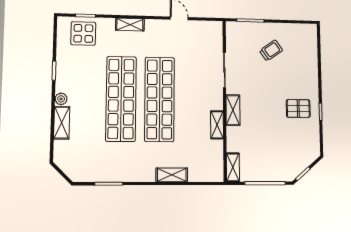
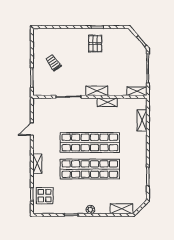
shelving: (62, 123) -> (121, 209), moved
shelving: (172, 175) -> (142, 120), moved

